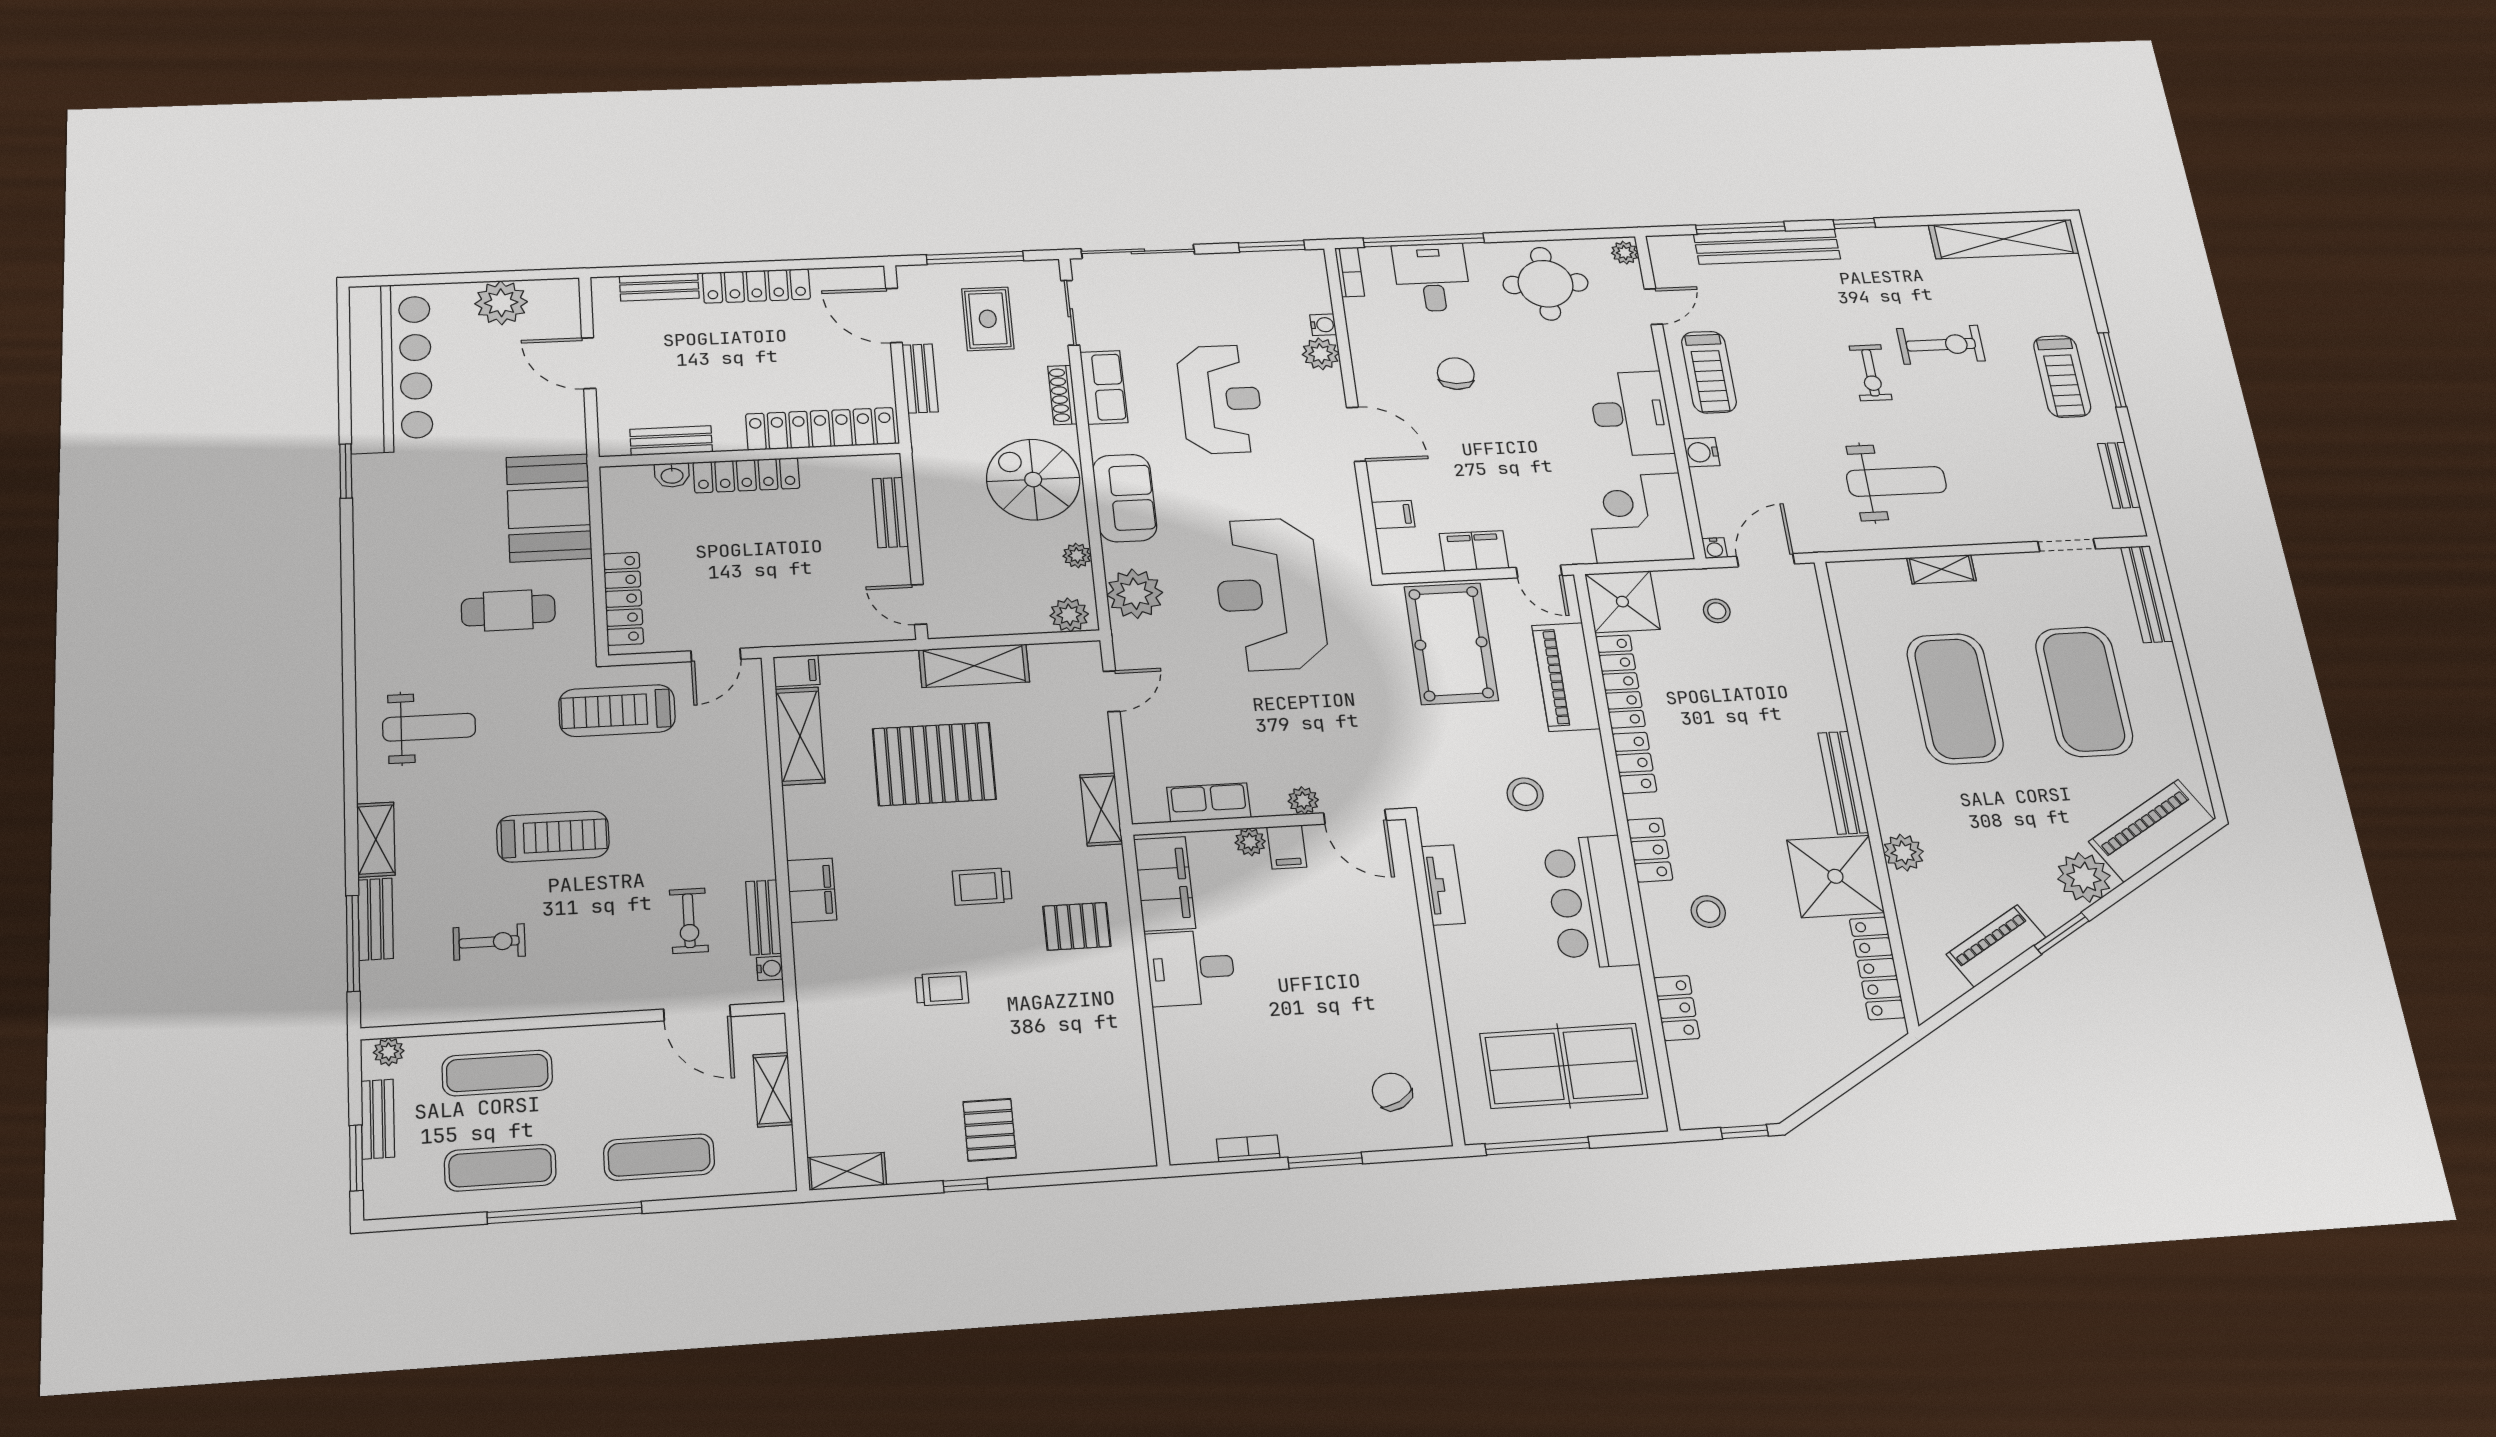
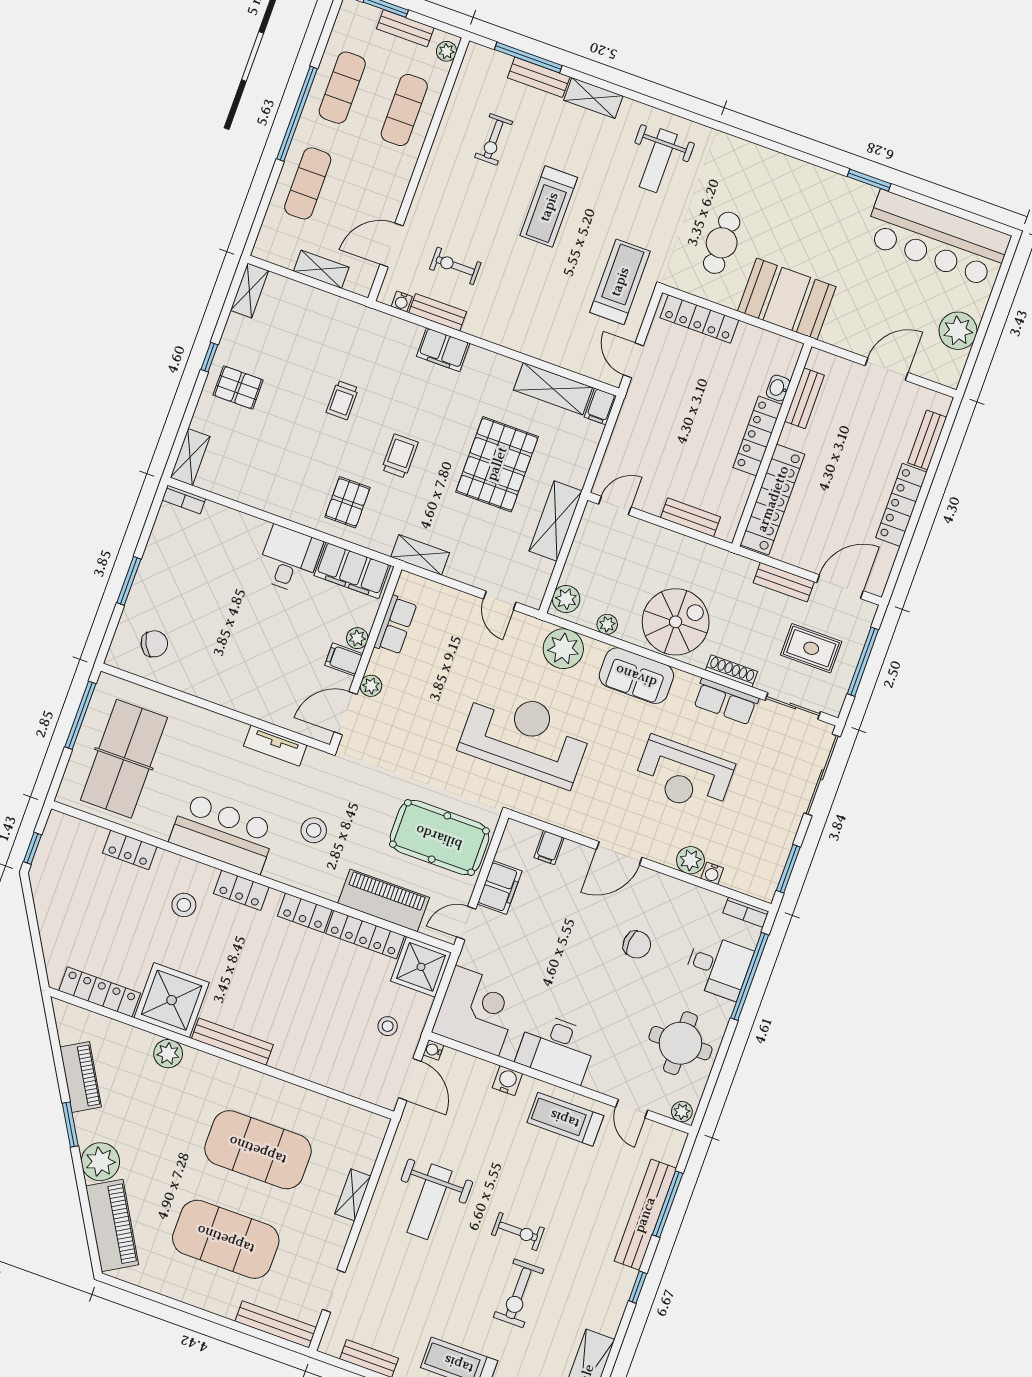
exercise bike: (1871, 373) -> (518, 1231), turned 180
bookcase: (1248, 1149) -> (184, 499), moved, turned 90
shelving: (1116, 1152) -> (190, 457), added

